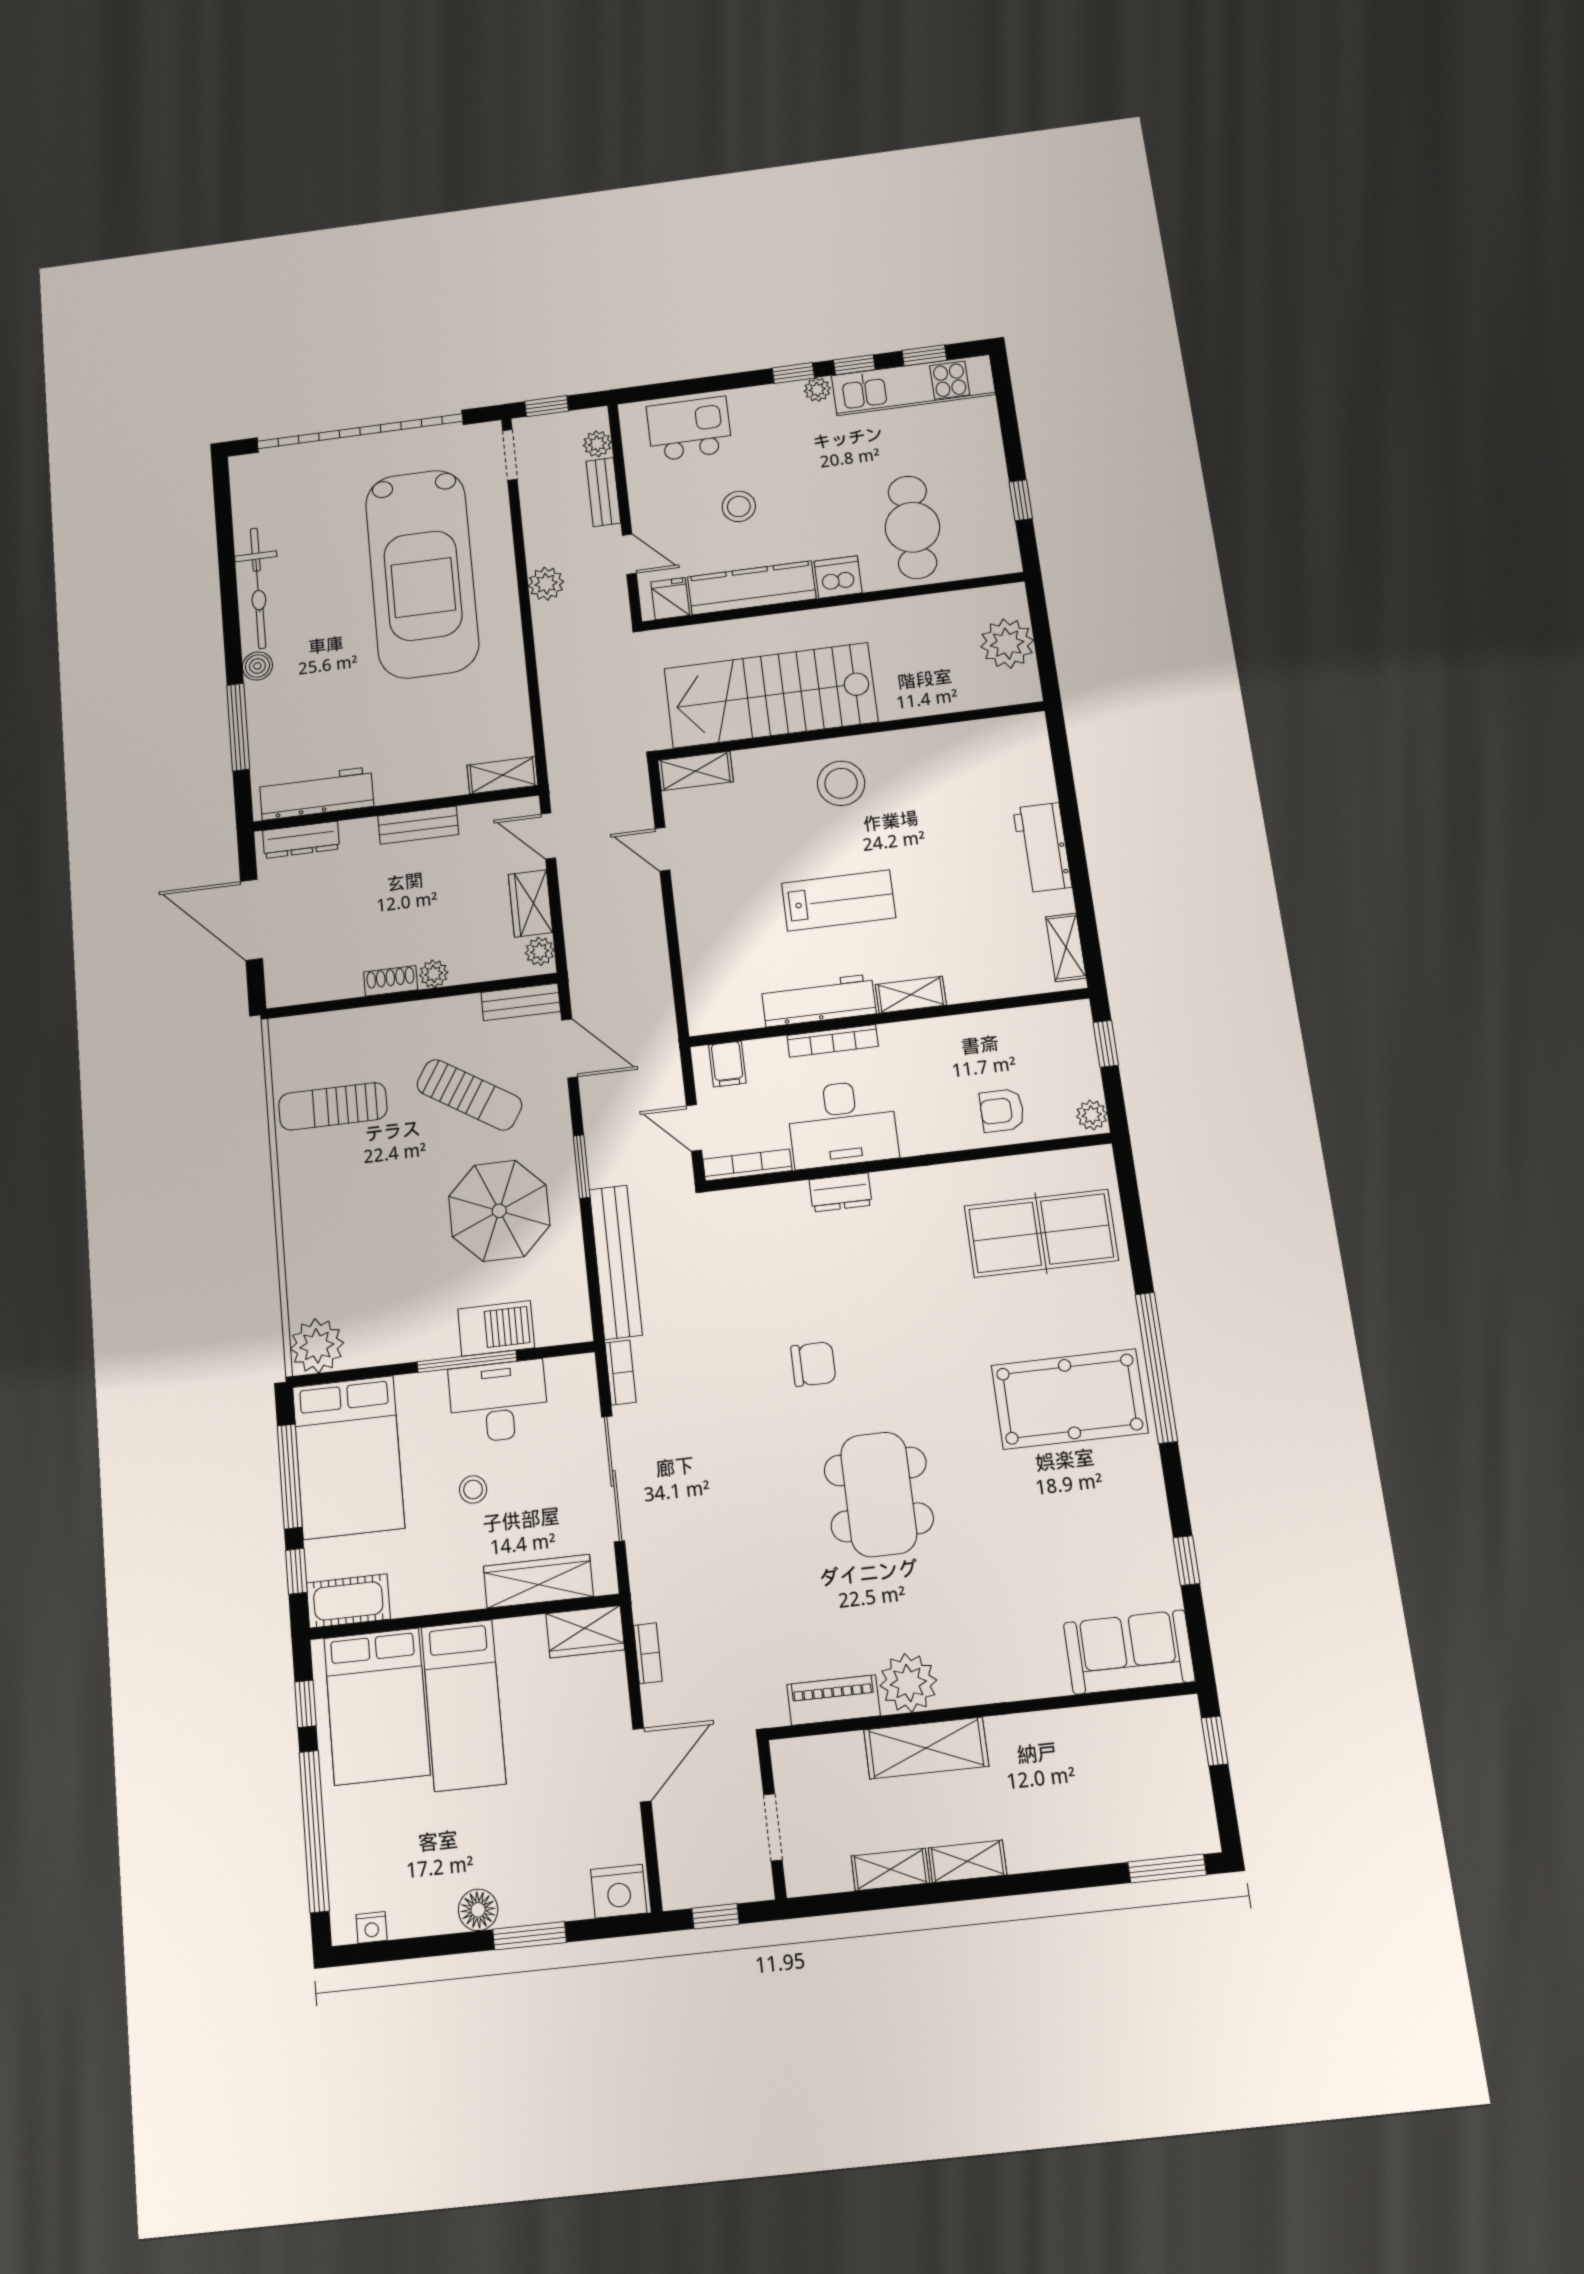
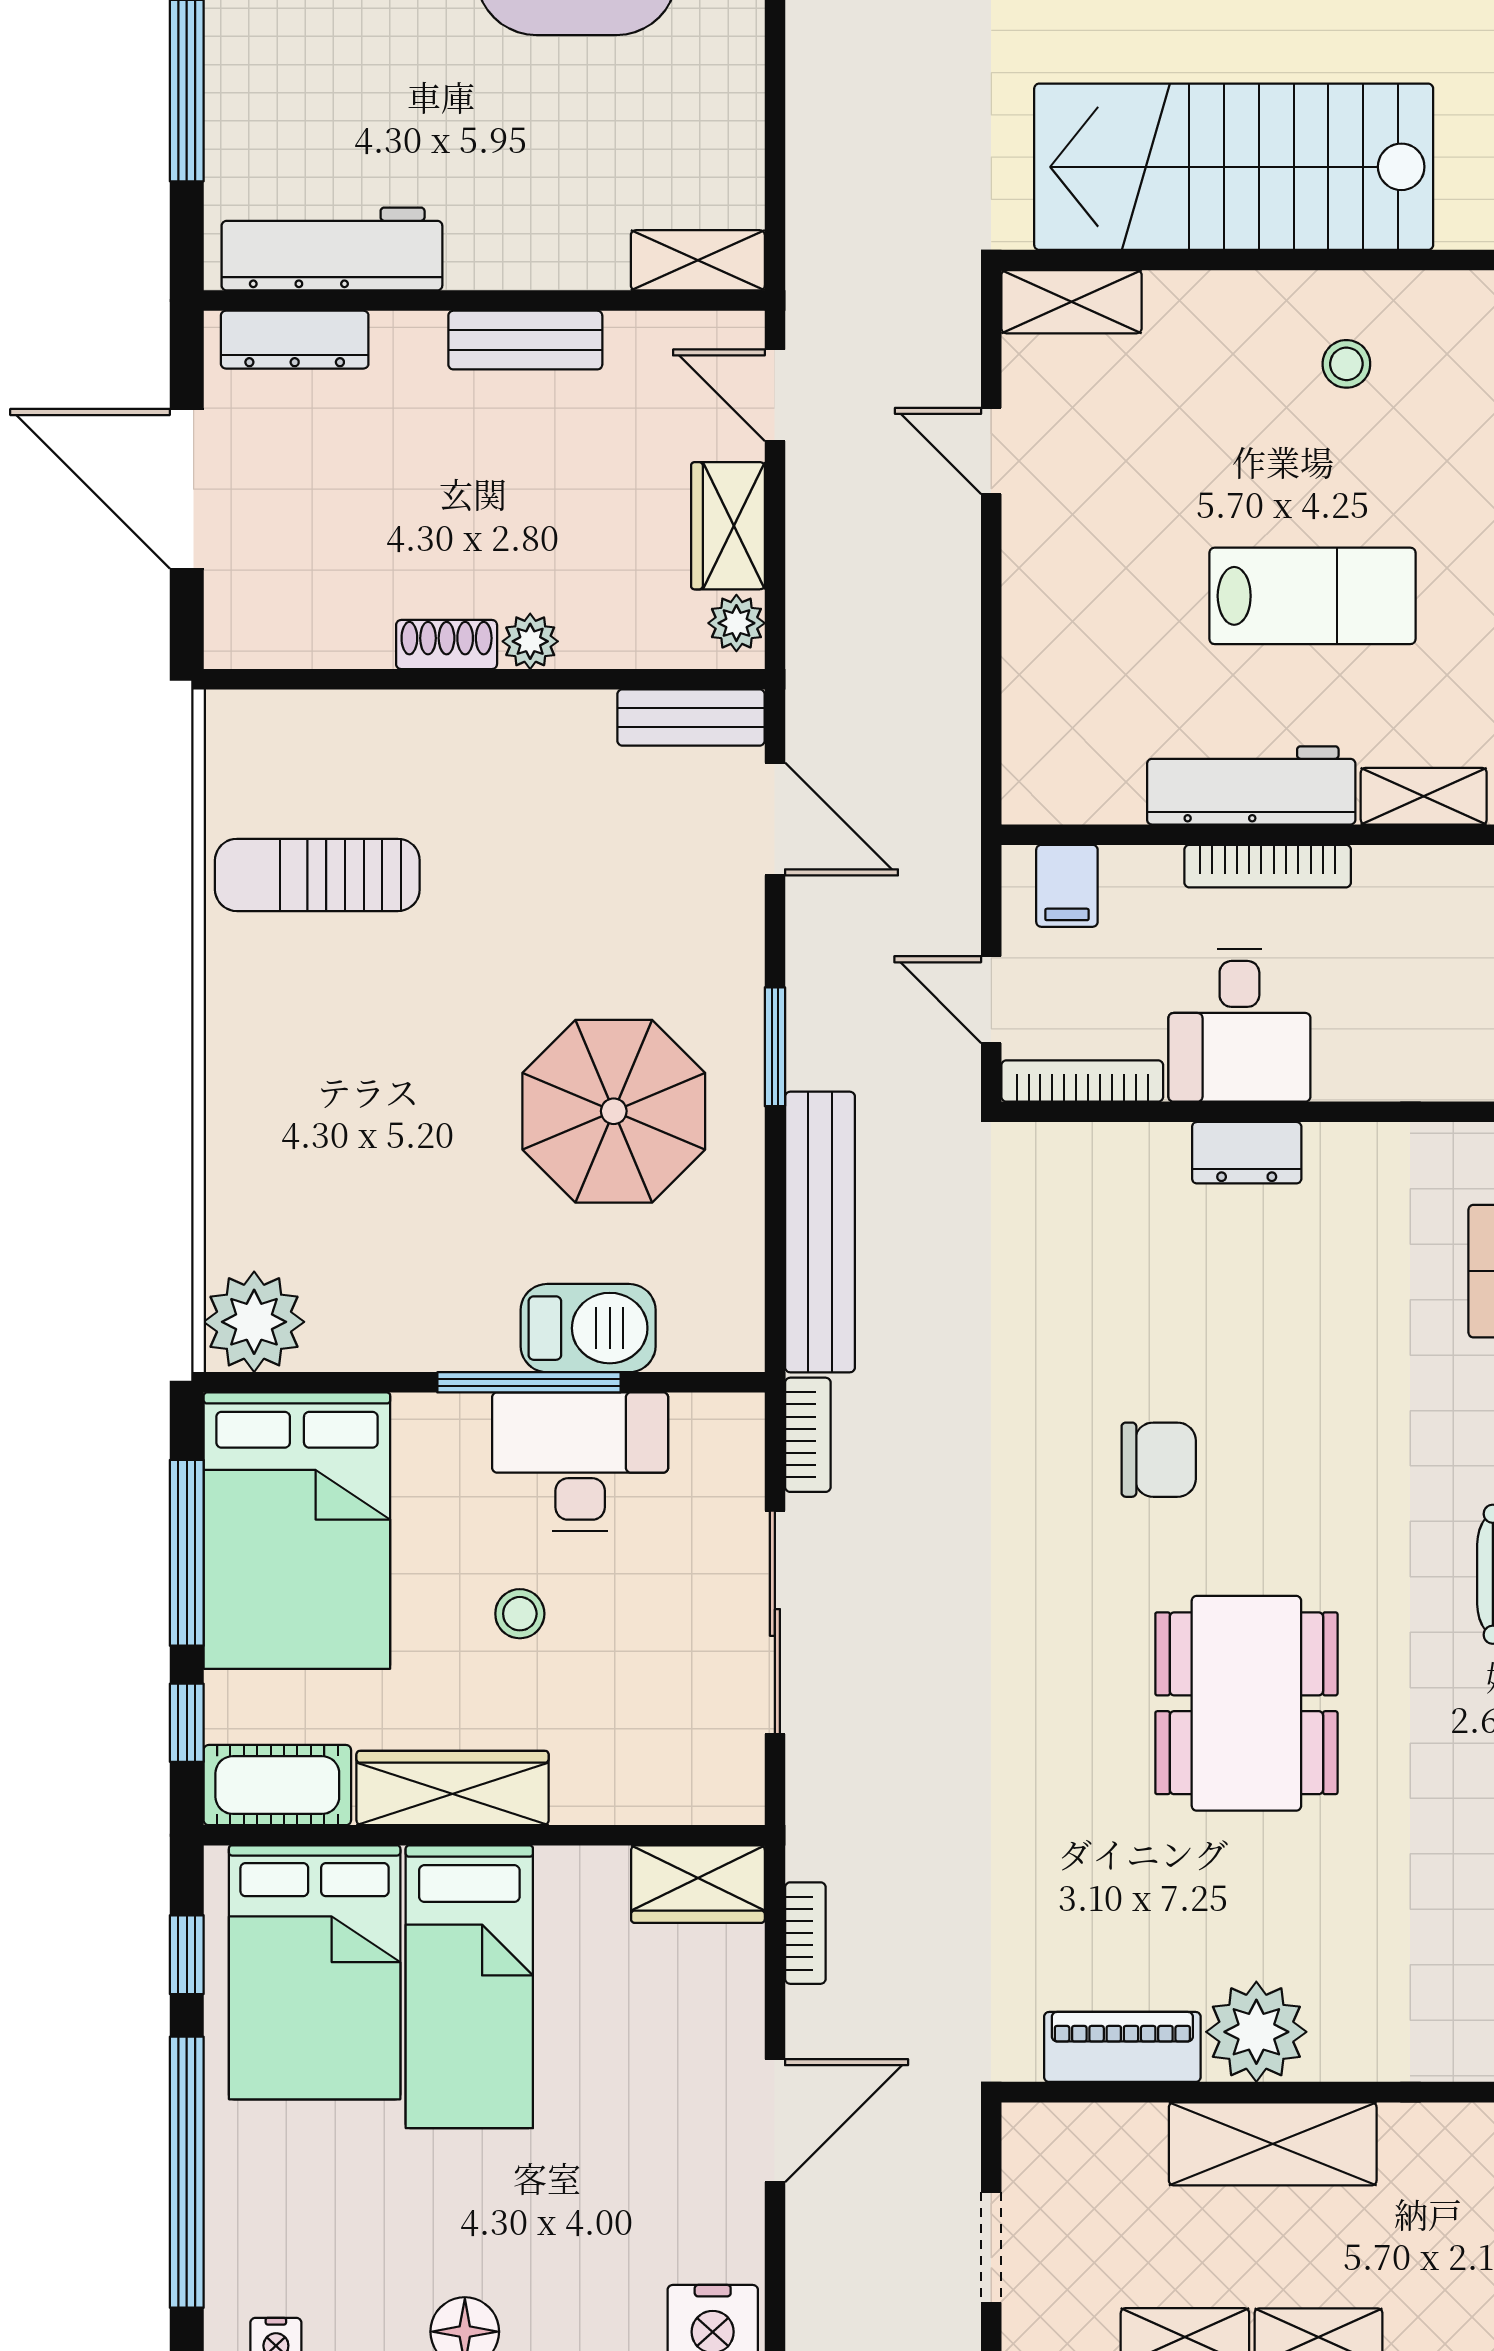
stool: (841, 783) -> (1346, 364), width x0.53, depth x0.53
sun lounger: (469, 1095) -> (578, 885), removed
desk: (842, 1124) -> (1239, 1025), width x0.73
wardrobe: (538, 1581) -> (453, 1788), moved

